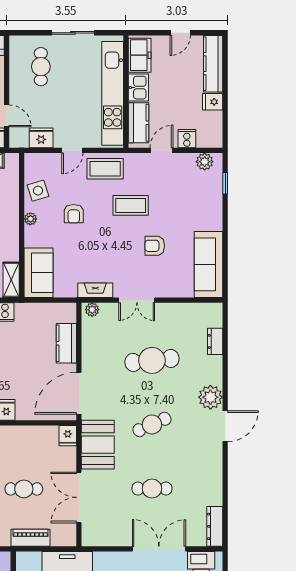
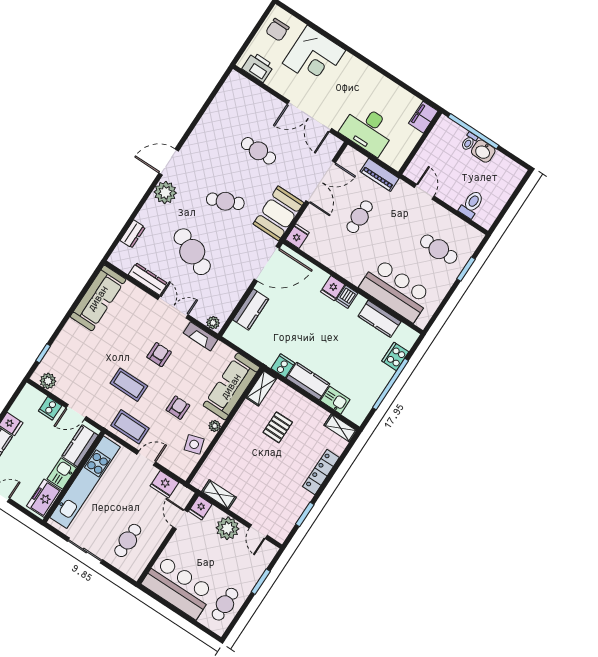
armchair: (155, 246) -> (159, 355), moved, turned -90
sofa: (39, 273) -> (231, 386), width x1.36
cafe table: (152, 360) -> (192, 252), turned 30
cafe table: (24, 489) -> (360, 217), turned 90
dresser: (215, 526) -> (148, 279), moved, turned -90
double door: (159, 549) -> (309, 116), moved

